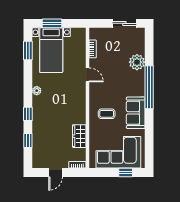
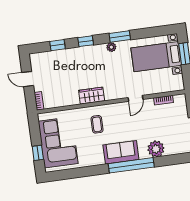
window: (28, 50) -> (120, 37), moved
sofa: (136, 113) -> (121, 152), moved
wardrobe: (79, 136) -> (92, 96), moved

